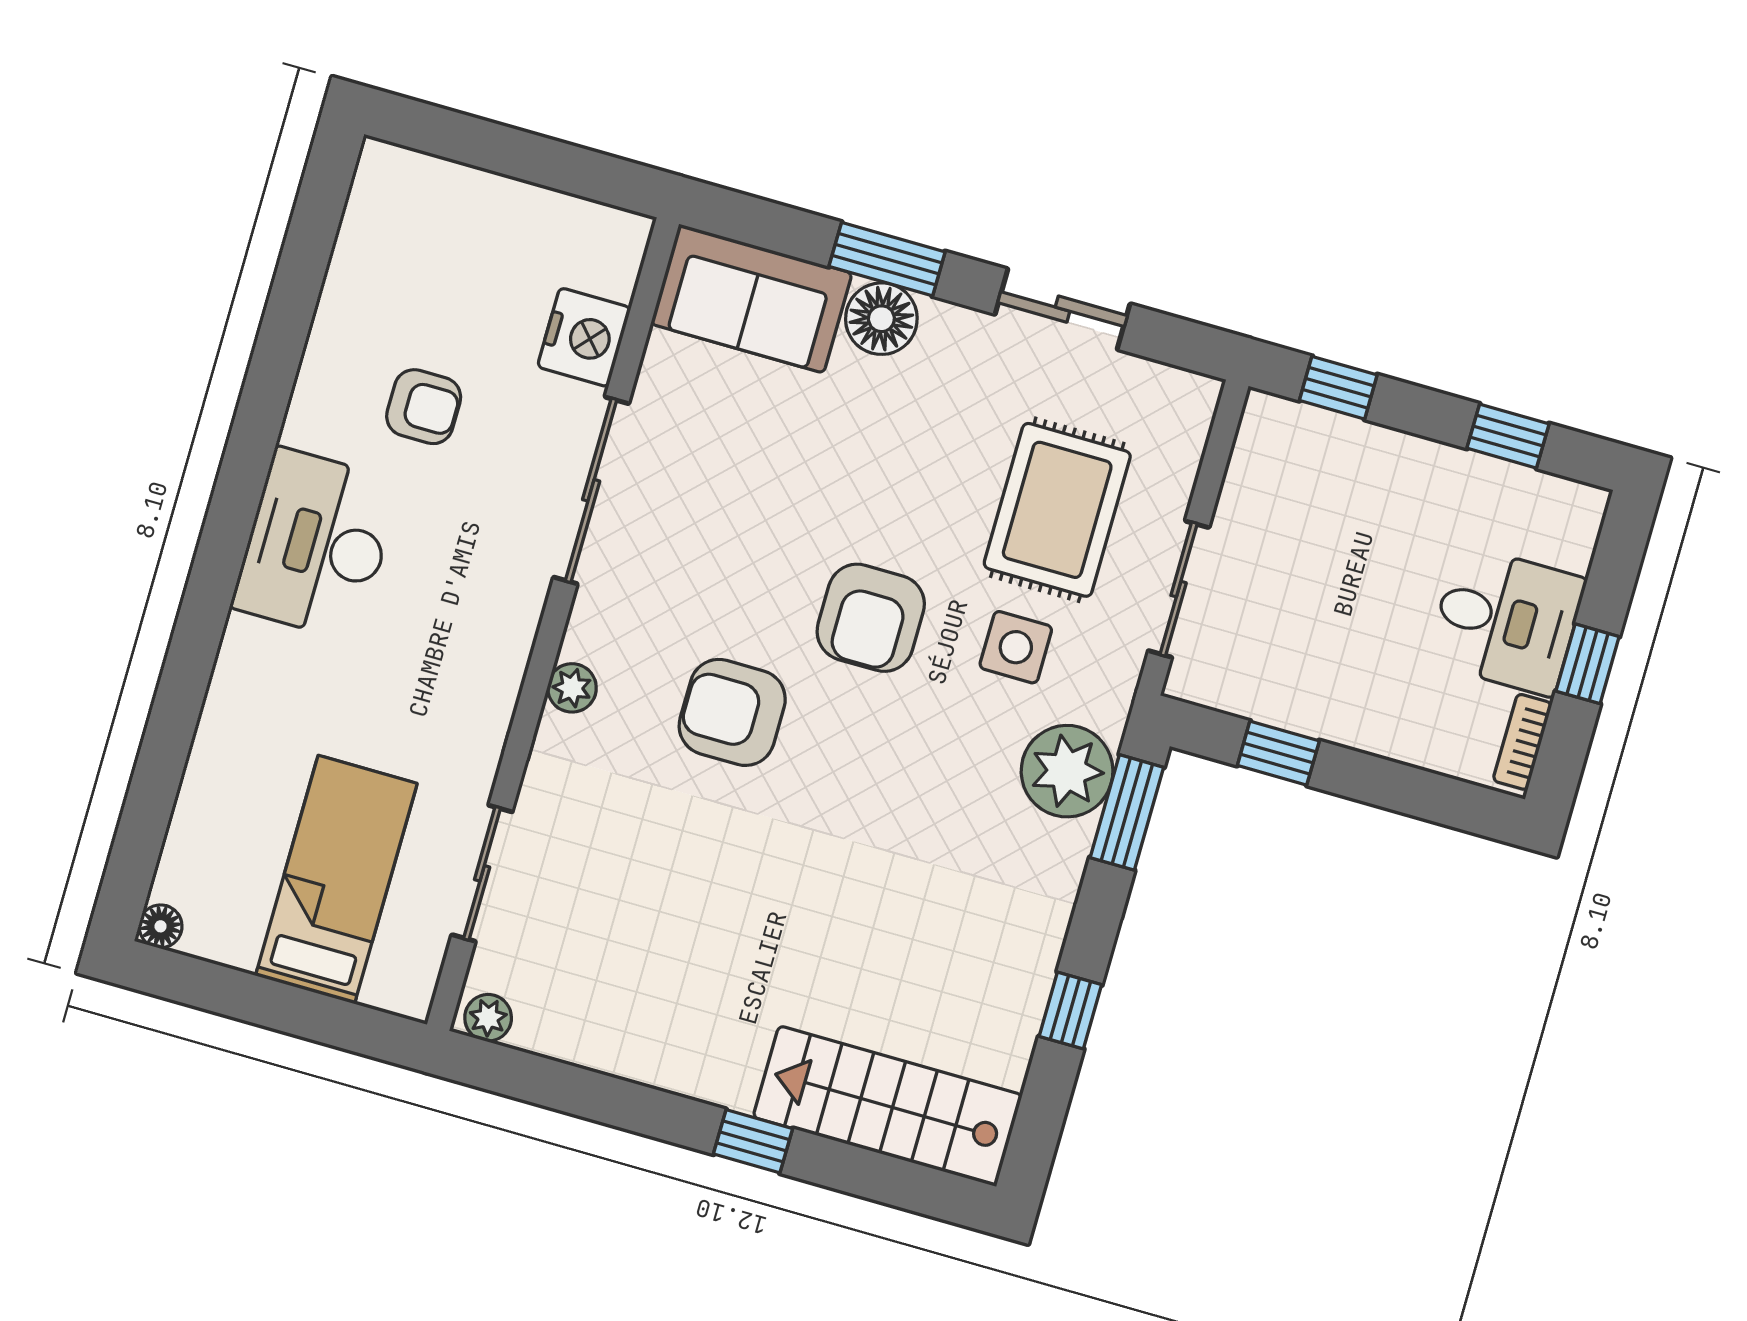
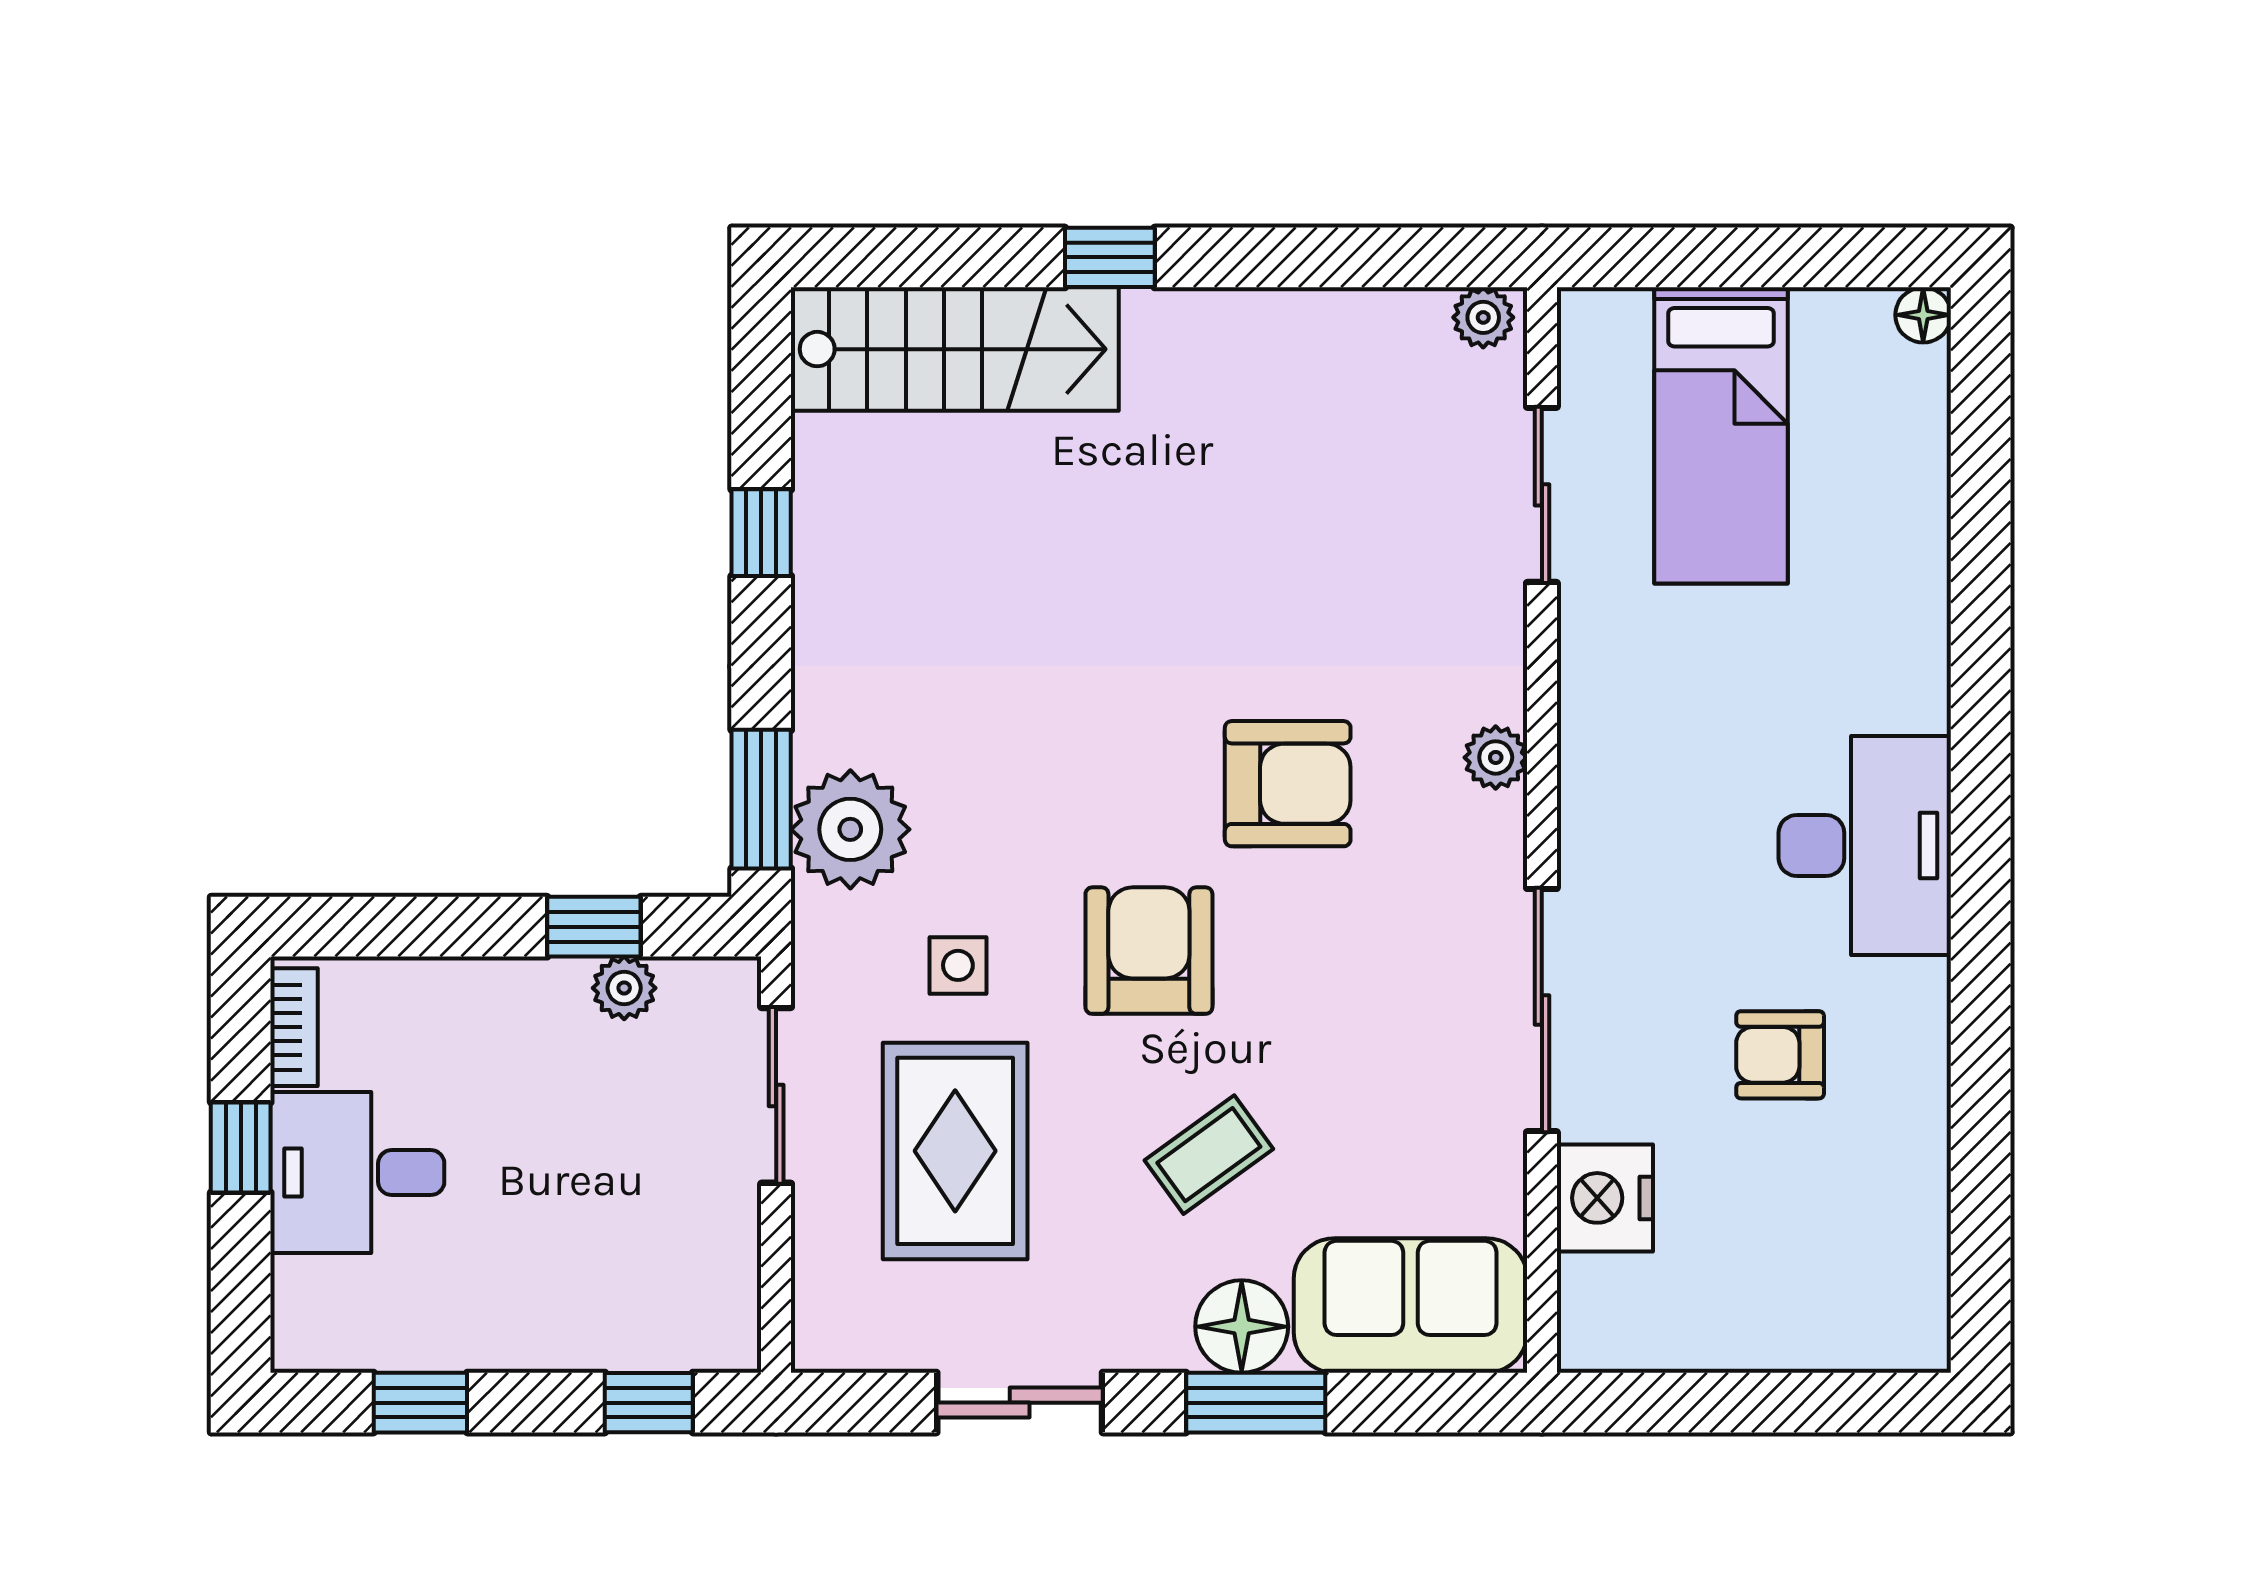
coffee table: (869, 453) -> (1209, 1155), added
side table: (1016, 647) -> (958, 965), width x0.73, depth x0.73
plant: (1269, 701) -> (624, 988), added

